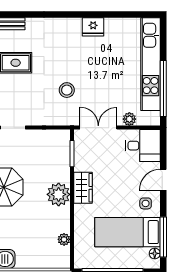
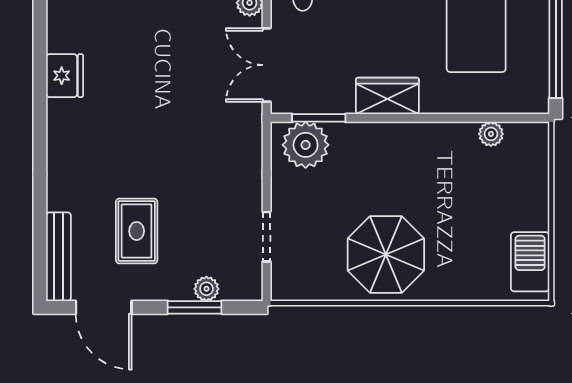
stool: (67, 90) -> (191, 128), removed
plant: (59, 194) -> (306, 145), moved

